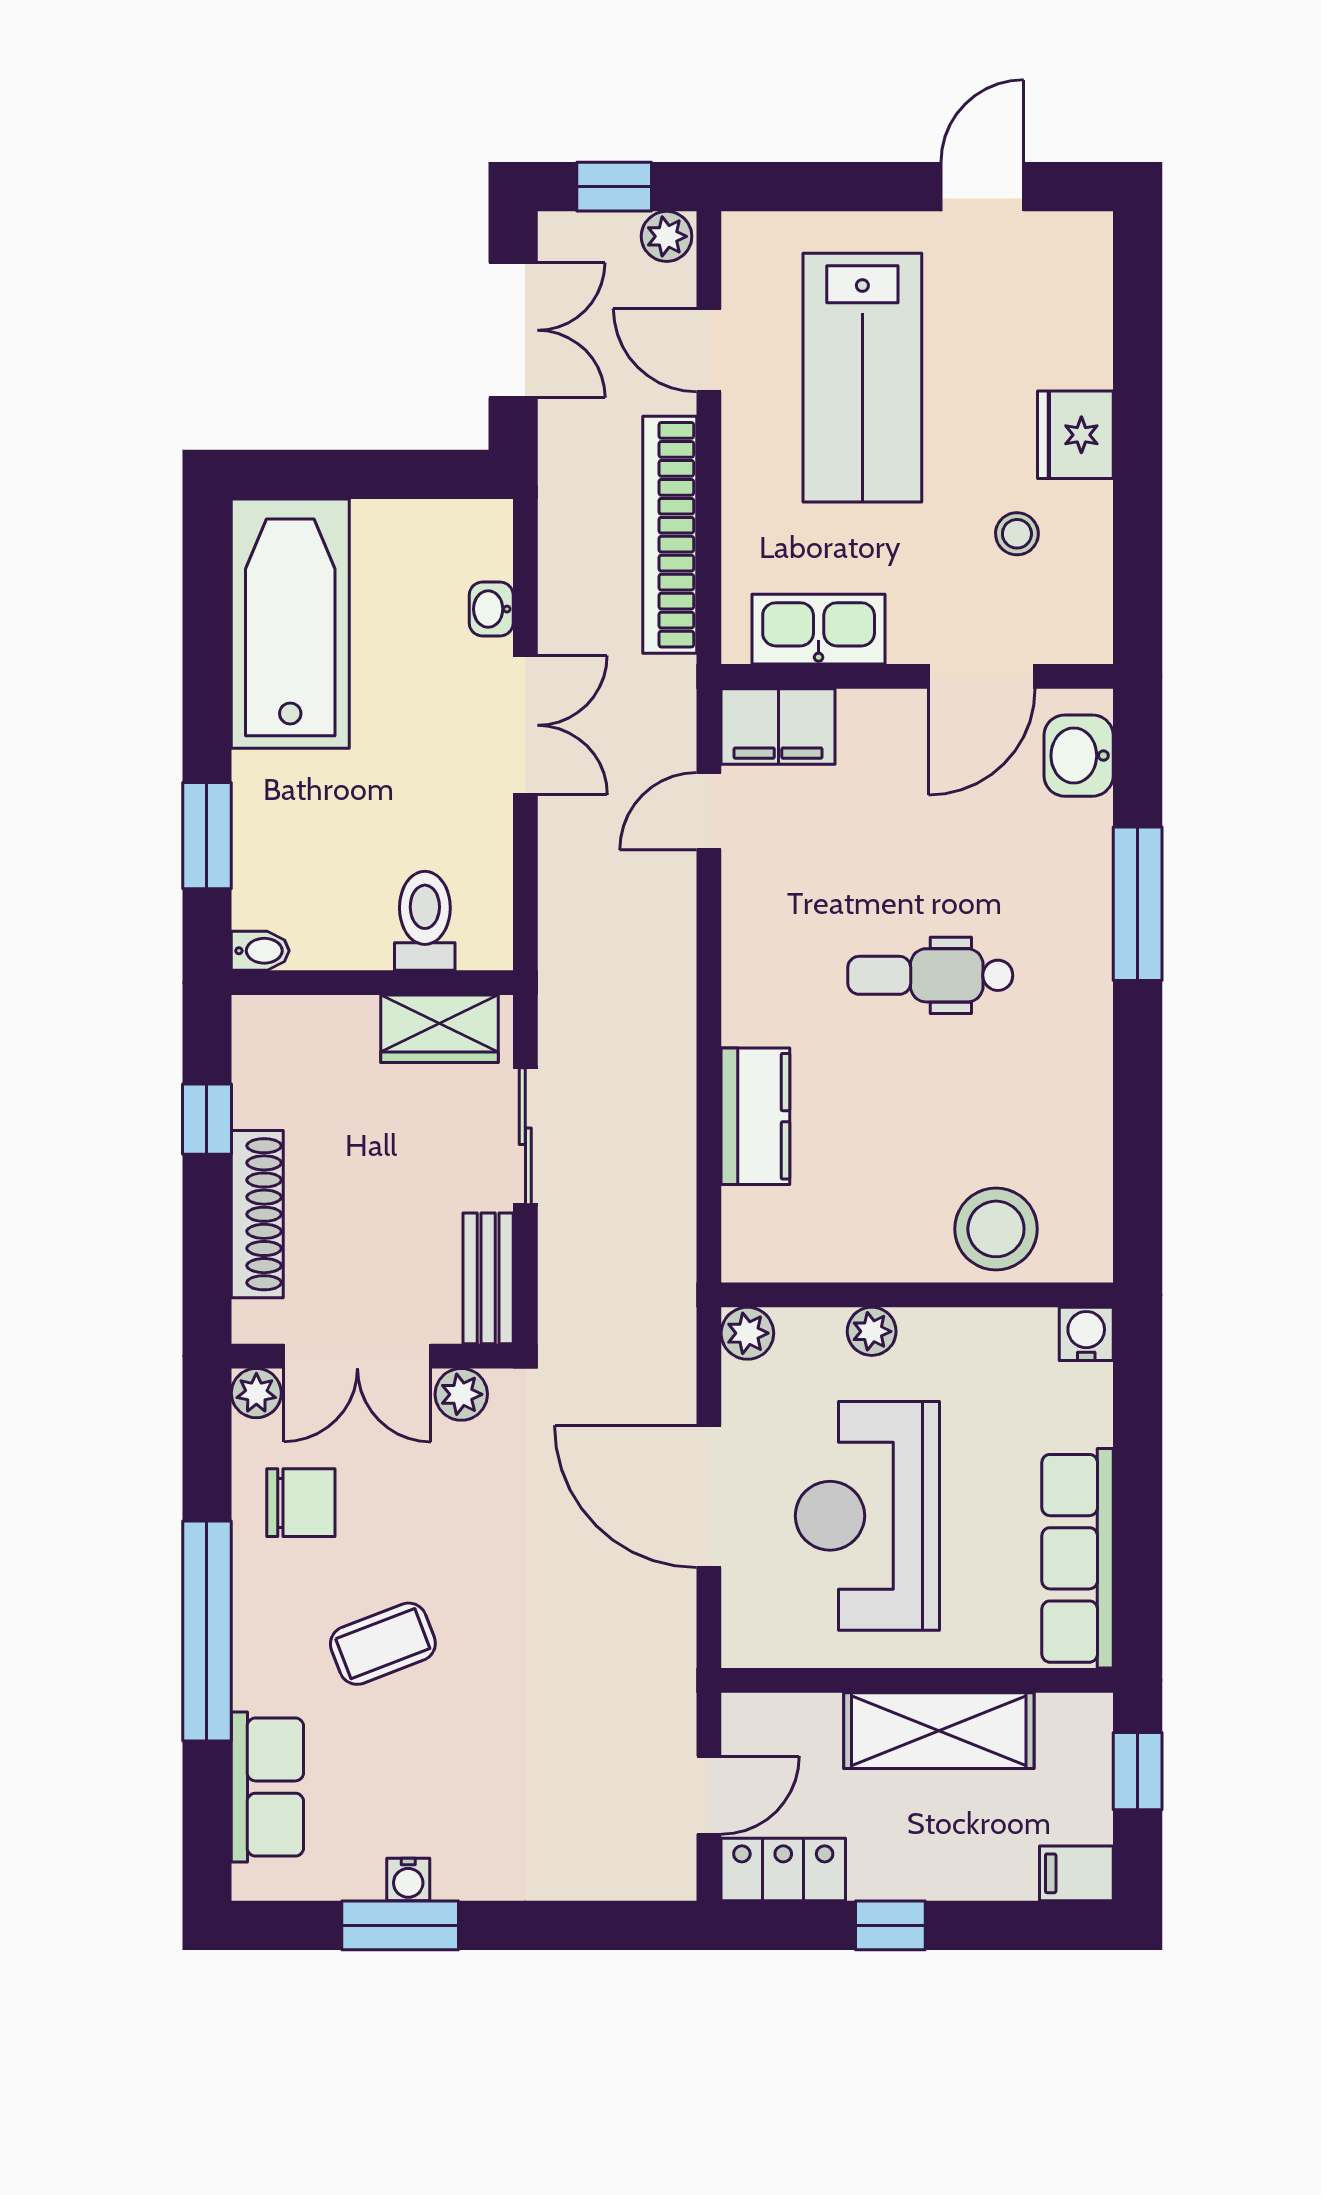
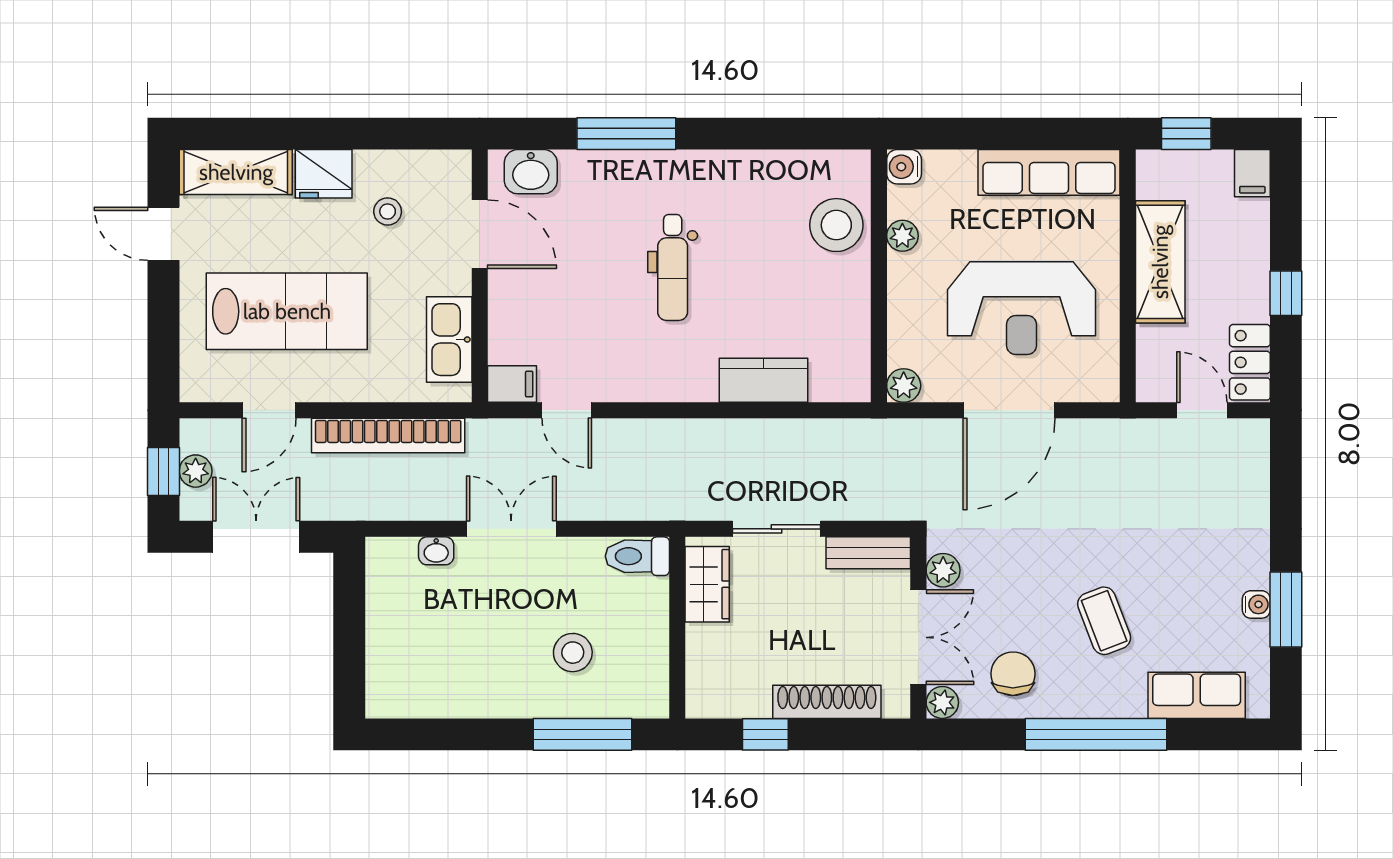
plant: (667, 236) -> (196, 471), moved
shelving: (1078, 299) -> (236, 172), added
bathtub: (290, 624) -> (446, 681), removed
filing cabinet: (778, 727) -> (512, 384), width x0.50
stool: (334, 821) -> (573, 653), added
window: (207, 836) -> (582, 734), width x1.44
toilet: (425, 921) -> (637, 556), moved
bidet: (260, 951) -> (657, 700), removed
plant: (872, 1331) -> (902, 236), moved

